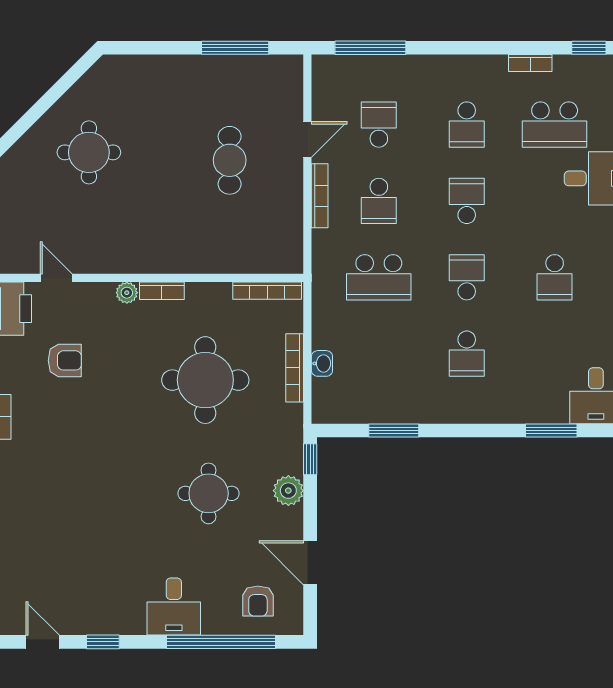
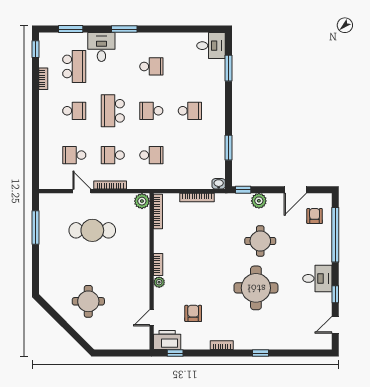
window: (370, 48) -> (36, 159), removed
cafe table: (230, 160) -> (92, 230), width x1.37, depth x1.35
school desk: (379, 201) -> (113, 155), turned 180
school desk: (467, 201) -> (113, 111), width x1.85
plant: (288, 259) -> (142, 201), added
school desk: (379, 277) -> (151, 155), width x0.54
washbasin: (322, 363) -> (219, 184), moved
round table: (205, 380) -> (256, 288), moved
armchair: (258, 601) -> (315, 216), turned -90
desk: (174, 607) -> (317, 278), moved

